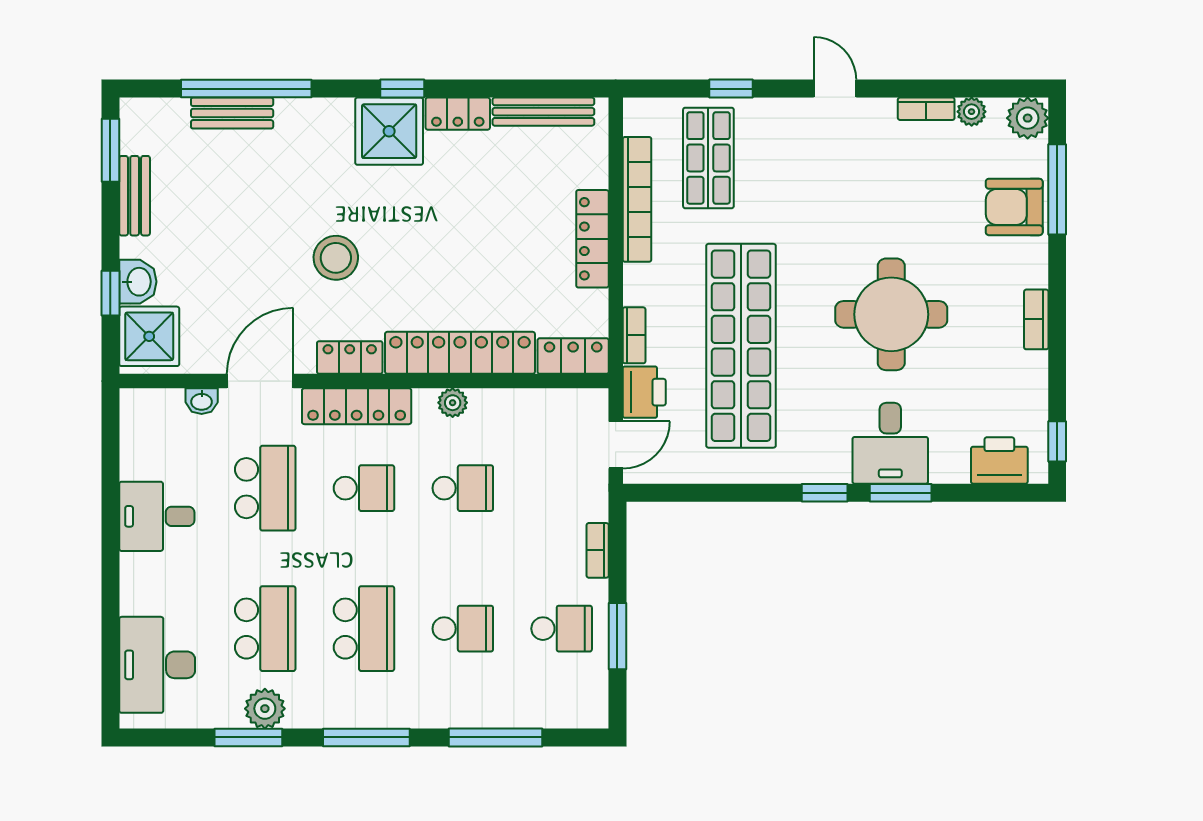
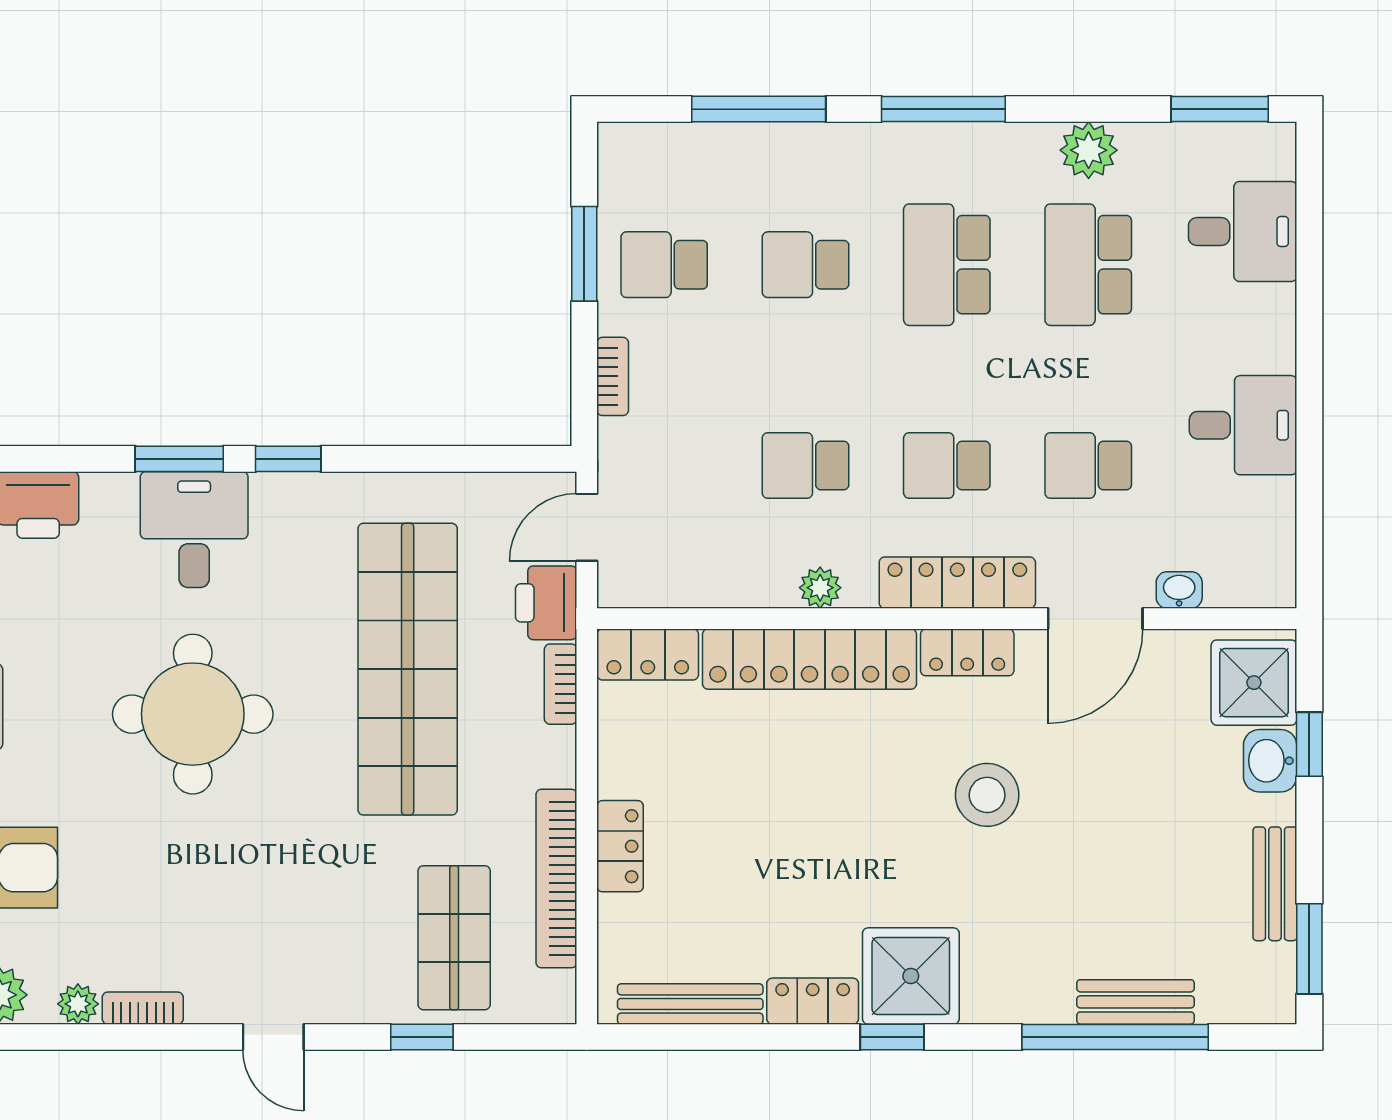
locker: (592, 239) -> (620, 846), width x0.66
school desk: (265, 488) -> (1088, 466), width x0.54
desk: (157, 665) -> (1243, 231), width x0.73
window: (248, 737) -> (1220, 109), moved

